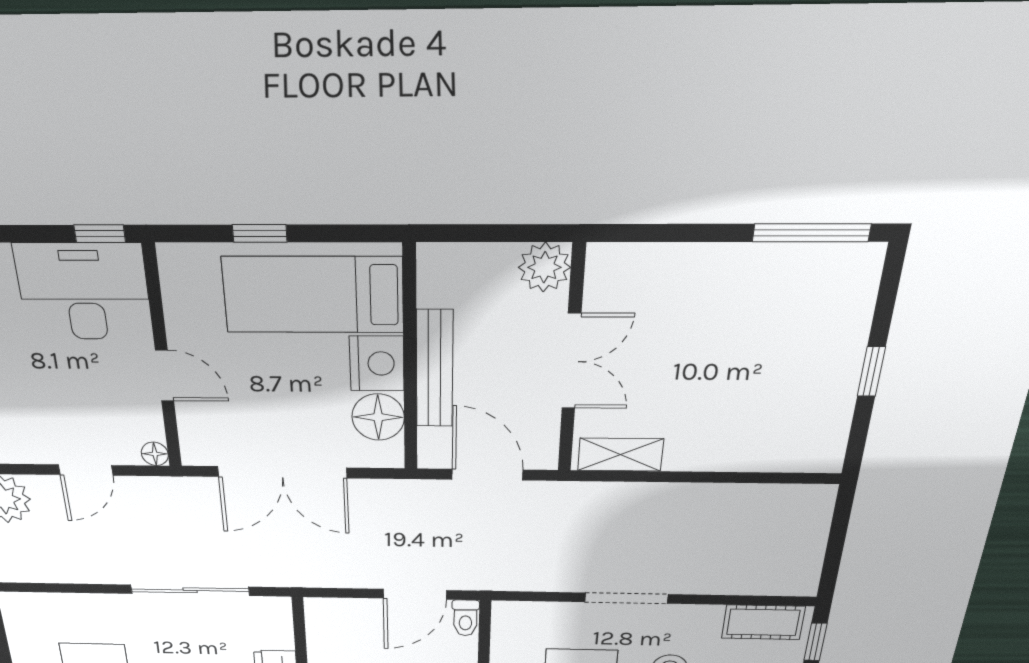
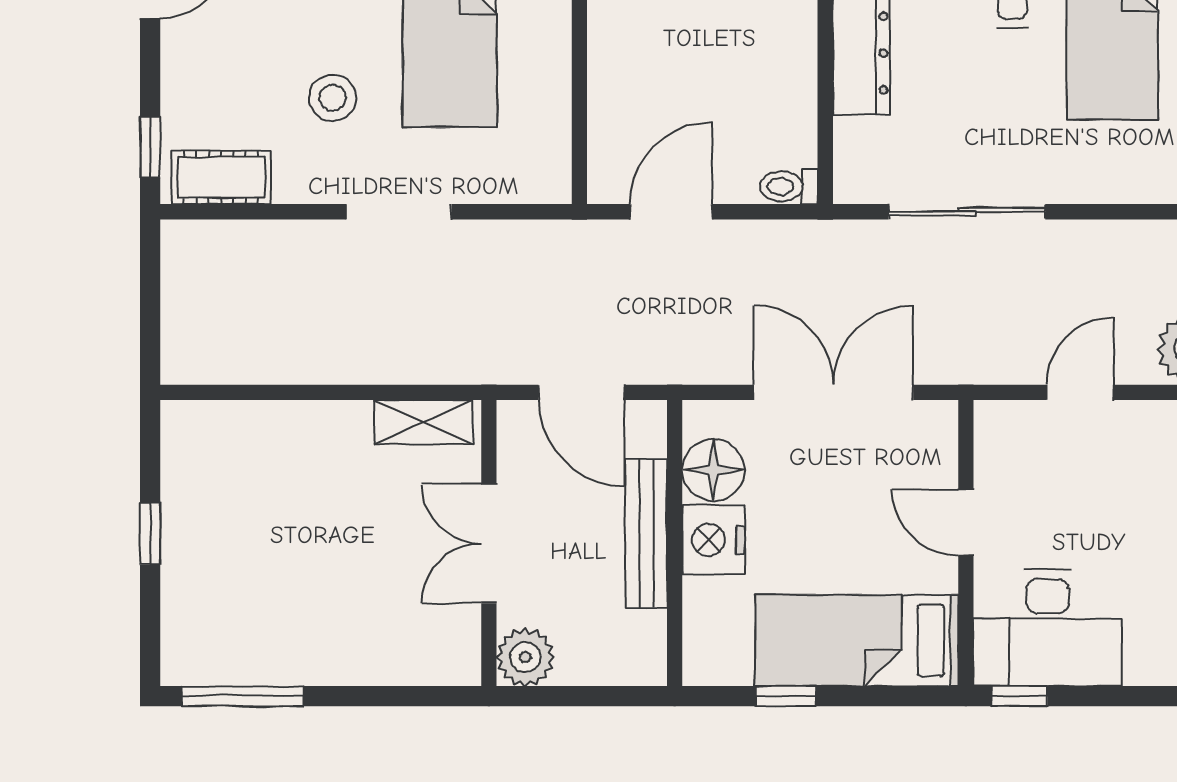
window: (260, 233) -> (786, 696), moved
bed: (313, 295) -> (857, 640), moved, turned 180
floor lamp: (155, 454) -> (990, 417), removed
toilet: (465, 618) -> (789, 186), moved, turned -90

